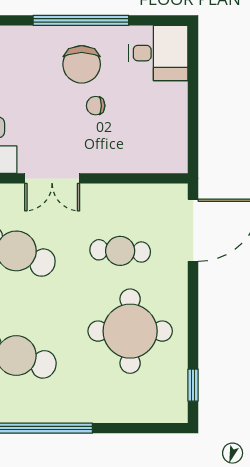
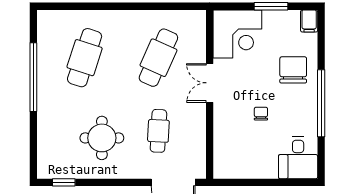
chair: (82, 64) -> (293, 70), moved, turned 90
round table: (130, 331) -> (102, 138), width x0.73, depth x0.73

